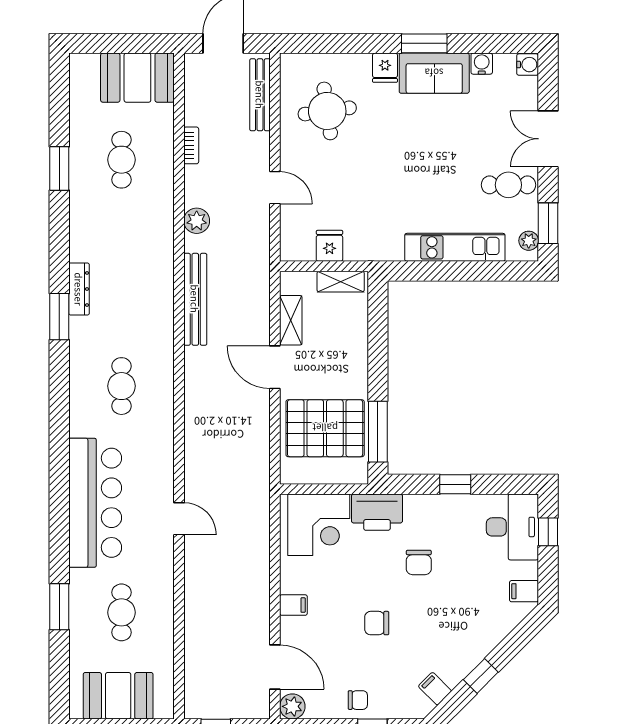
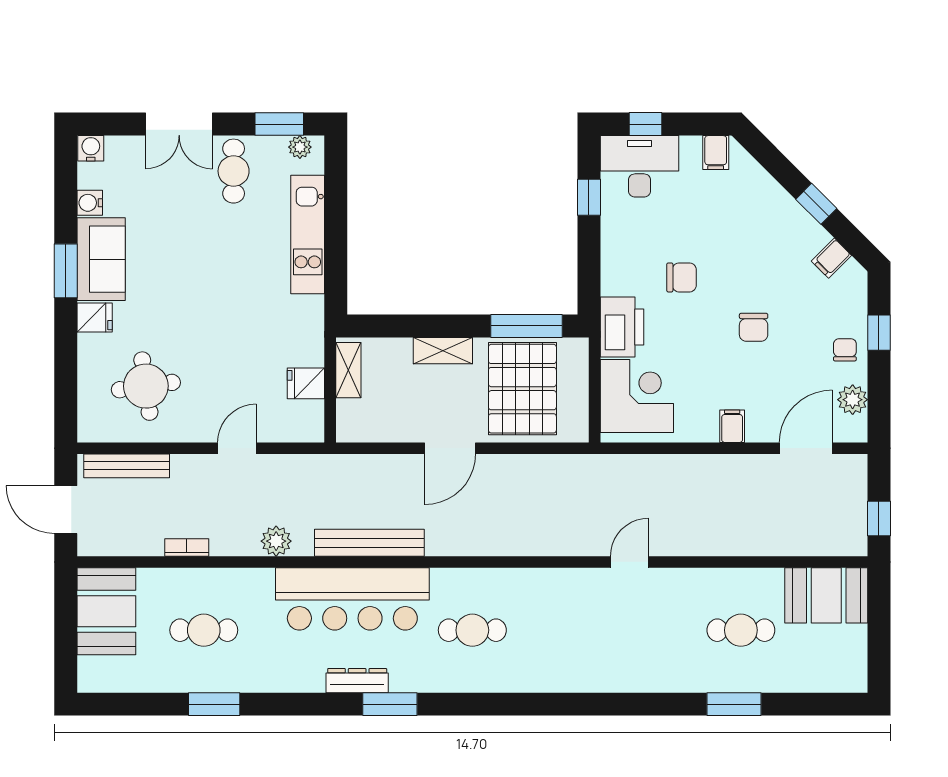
shelving: (291, 320) -> (443, 351), moved
window: (455, 484) -> (589, 197), moved
bar counter: (95, 503) -> (352, 599), moved, turned 180
booth: (118, 696) -> (826, 595), moved, turned 90
plant: (292, 706) -> (853, 400), moved

